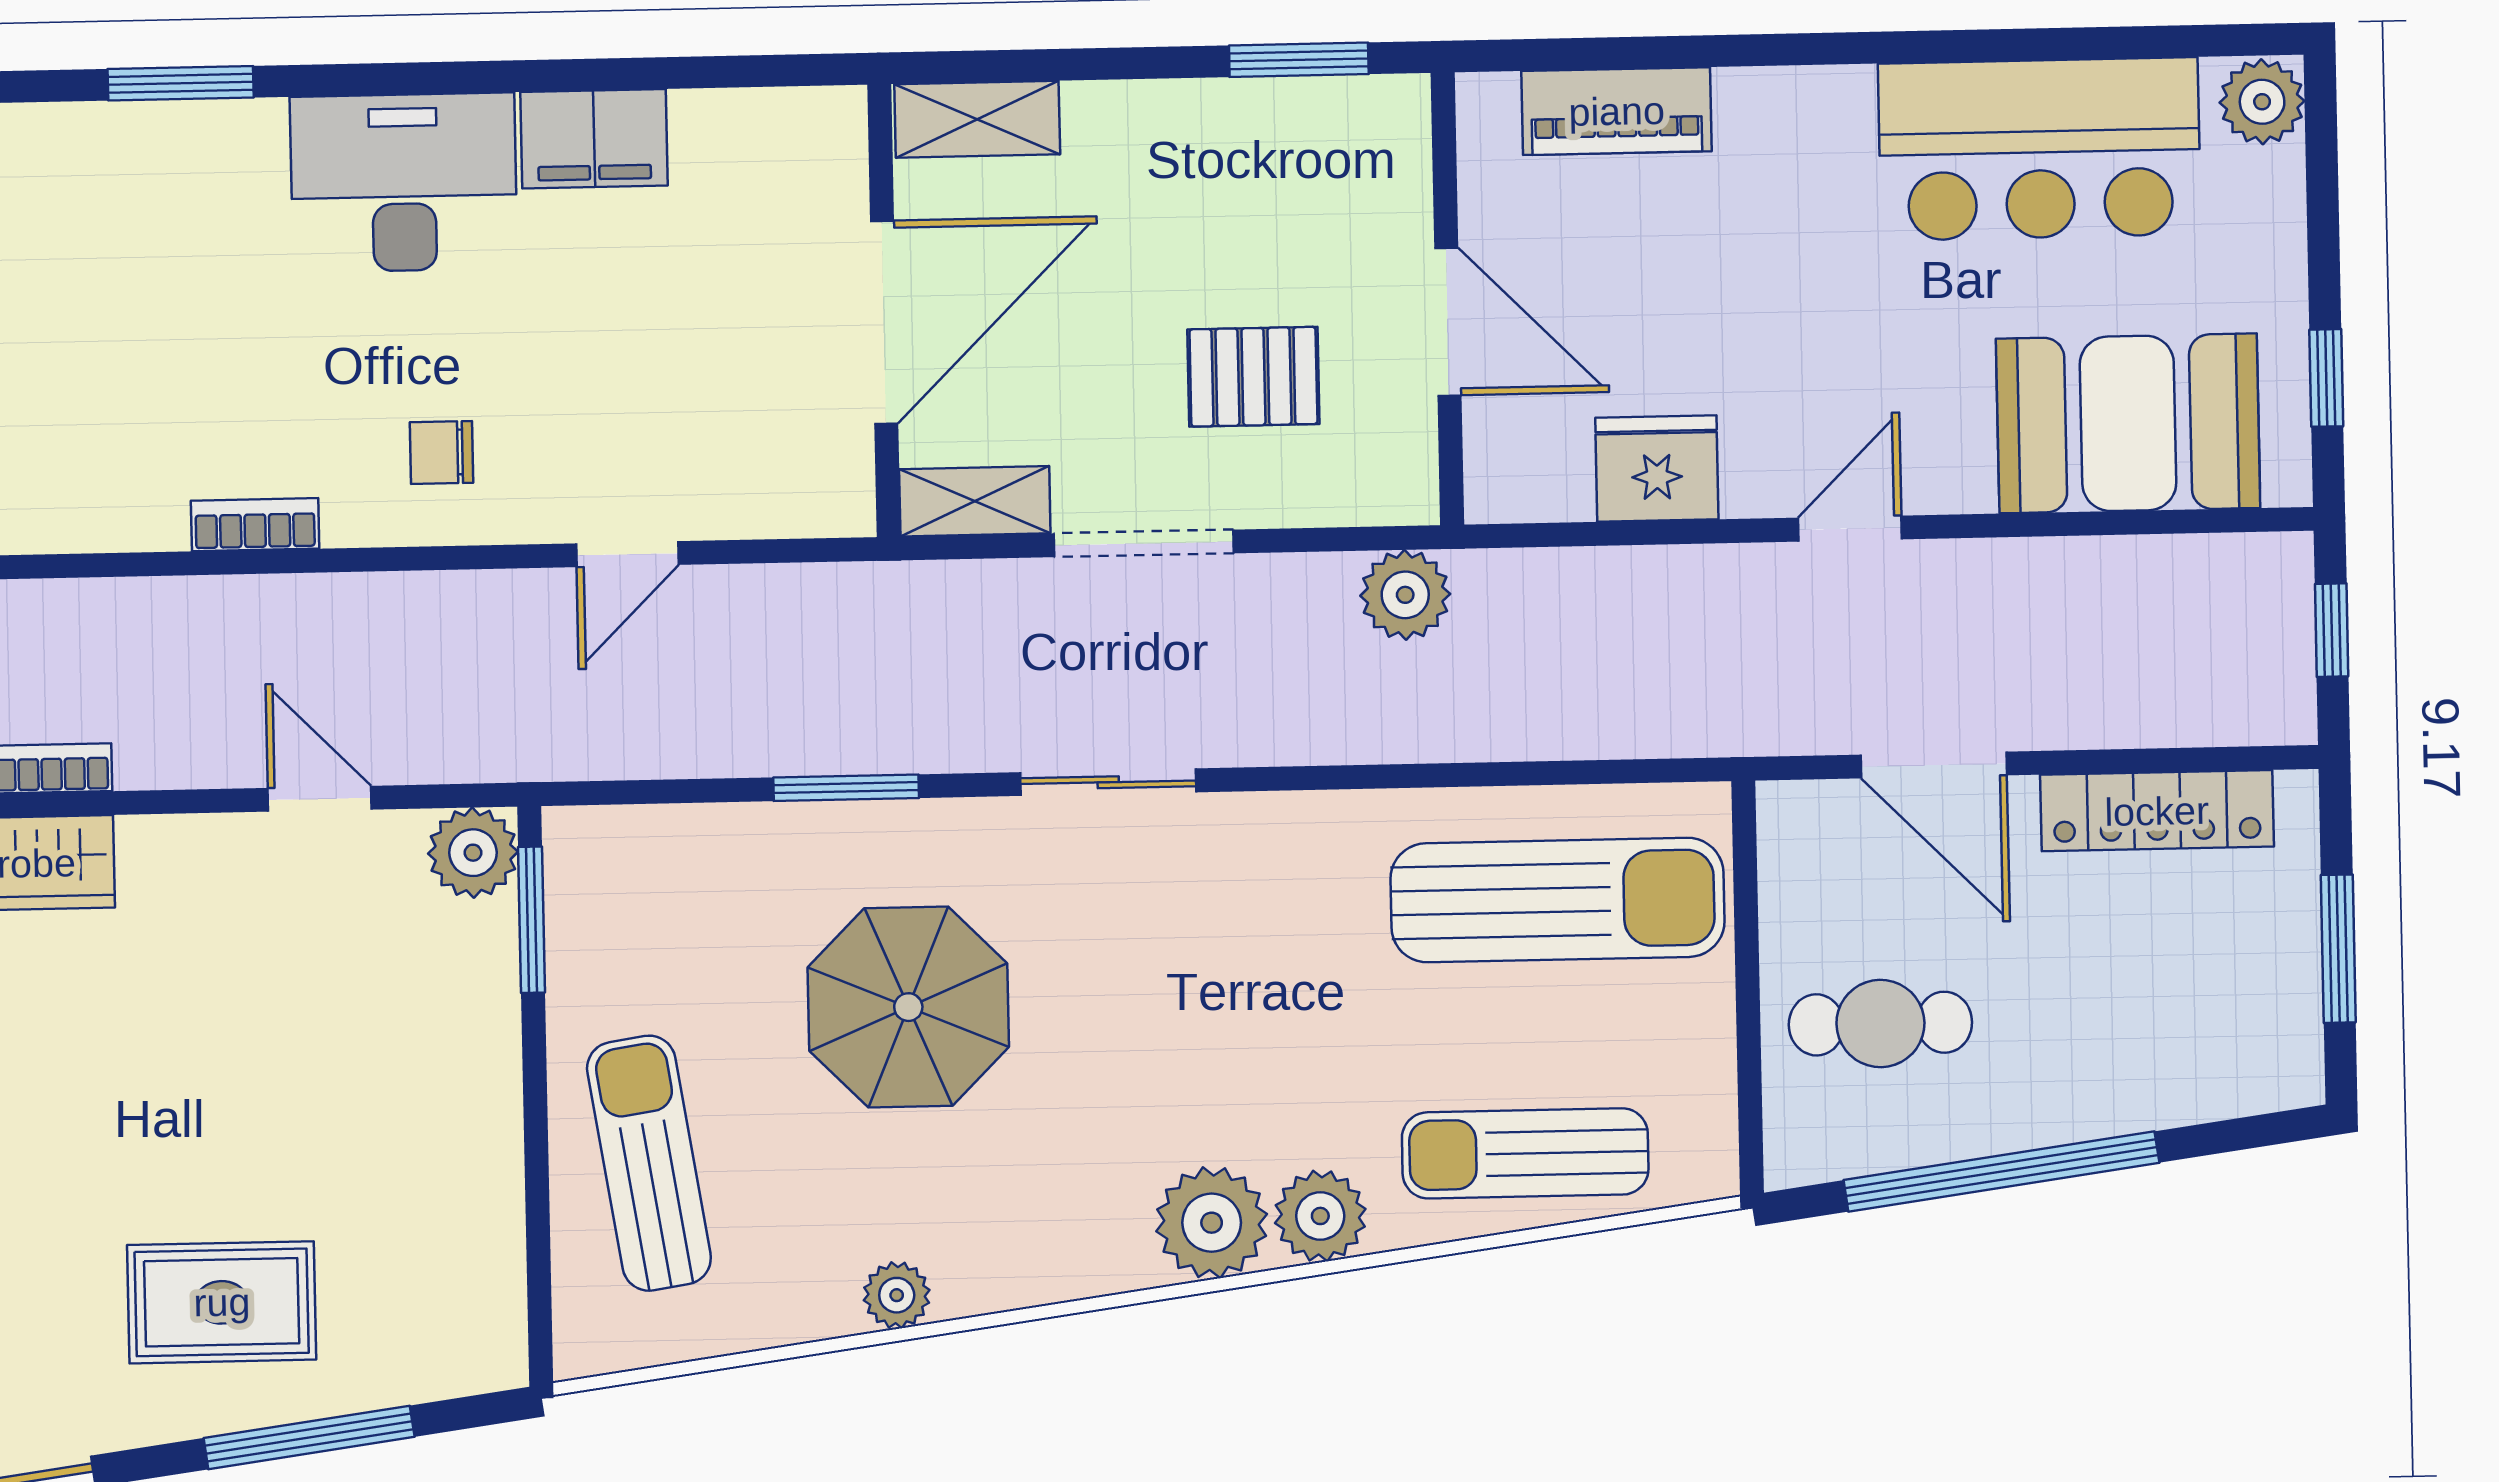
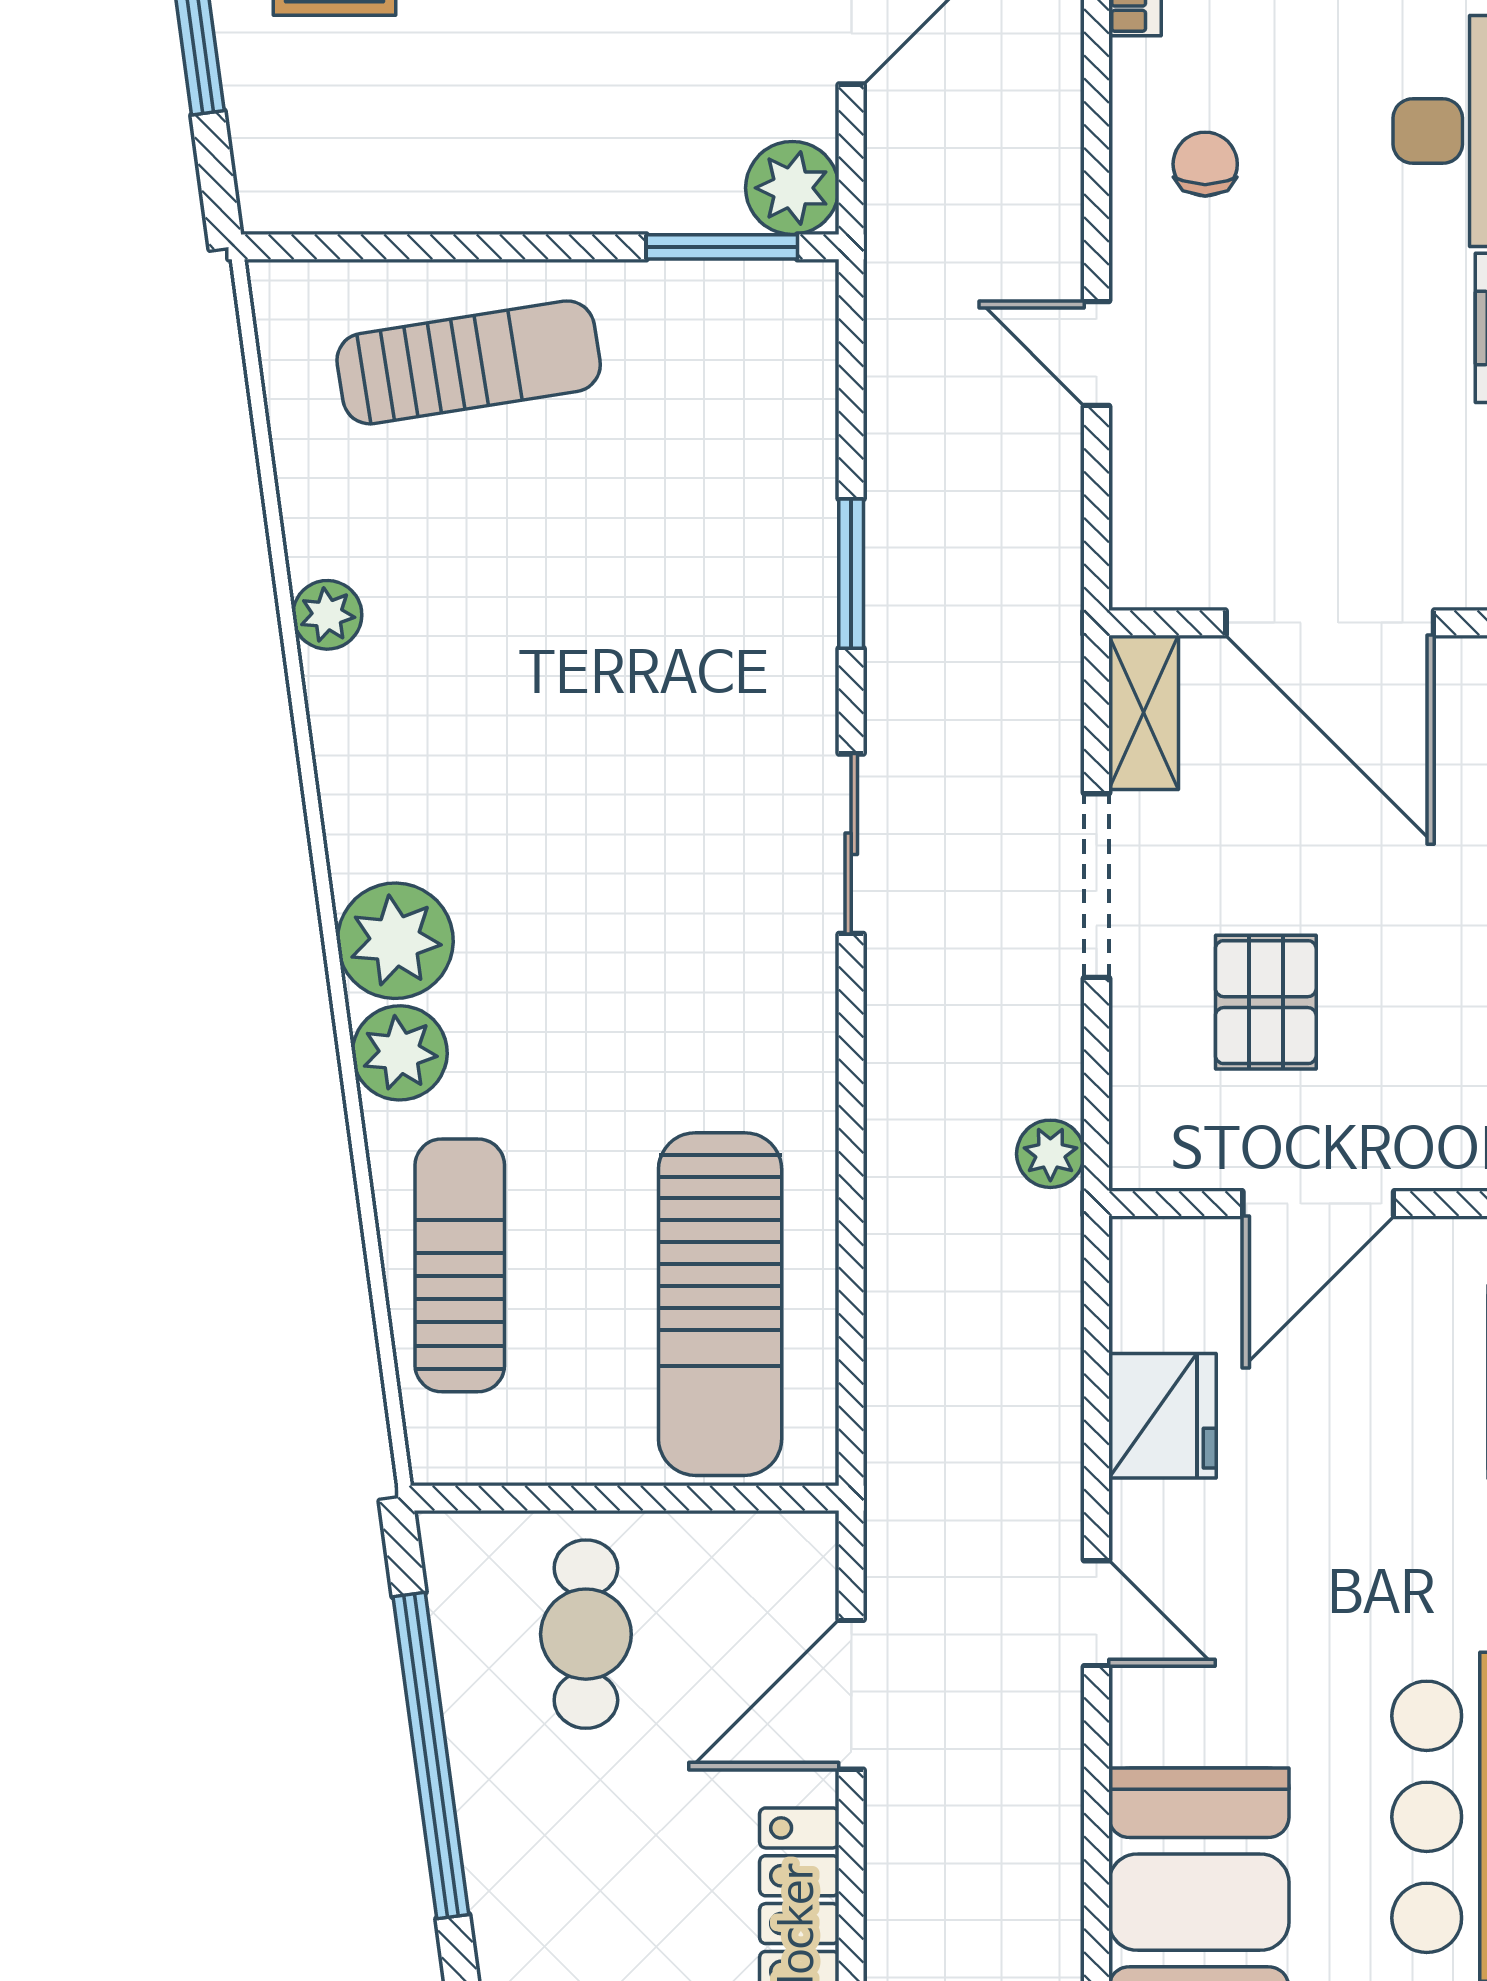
plant: (1405, 595) -> (1050, 1154), width x0.73, depth x0.73
parasol: (908, 1007) -> (624, 633), removed

